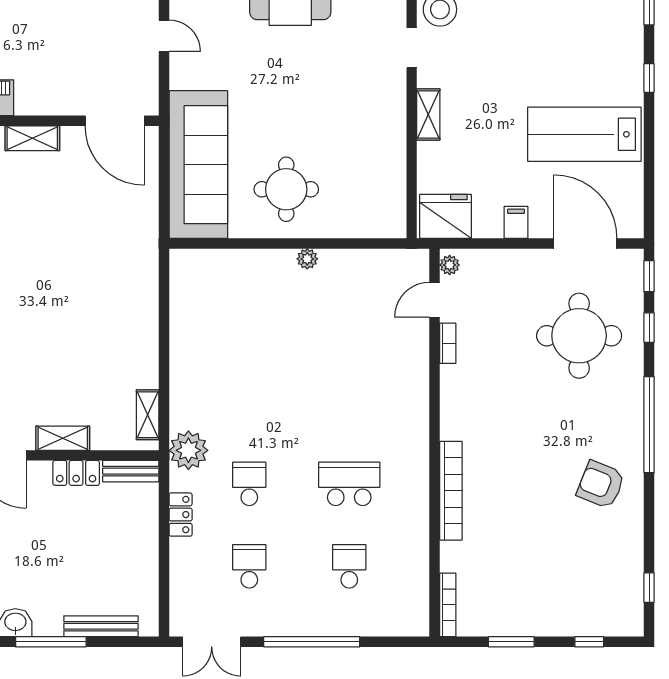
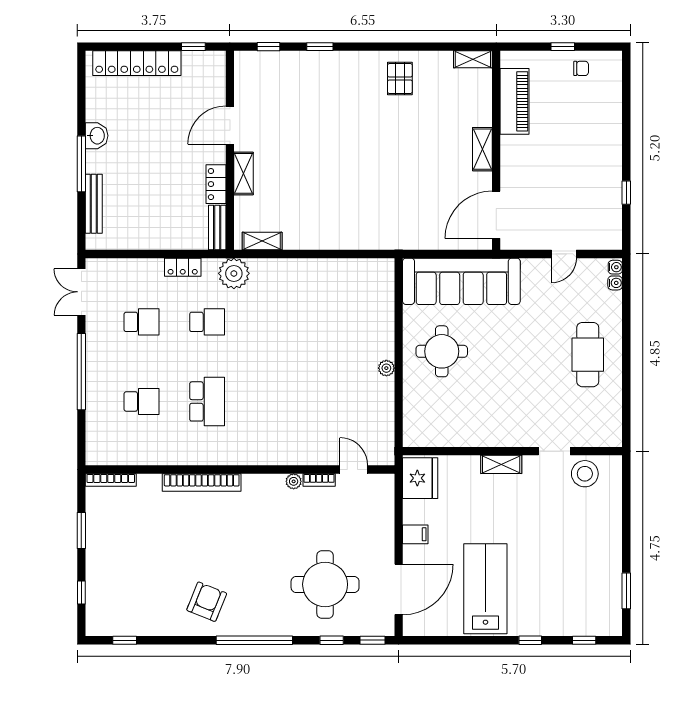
plant: (450, 265) -> (294, 481), moved

